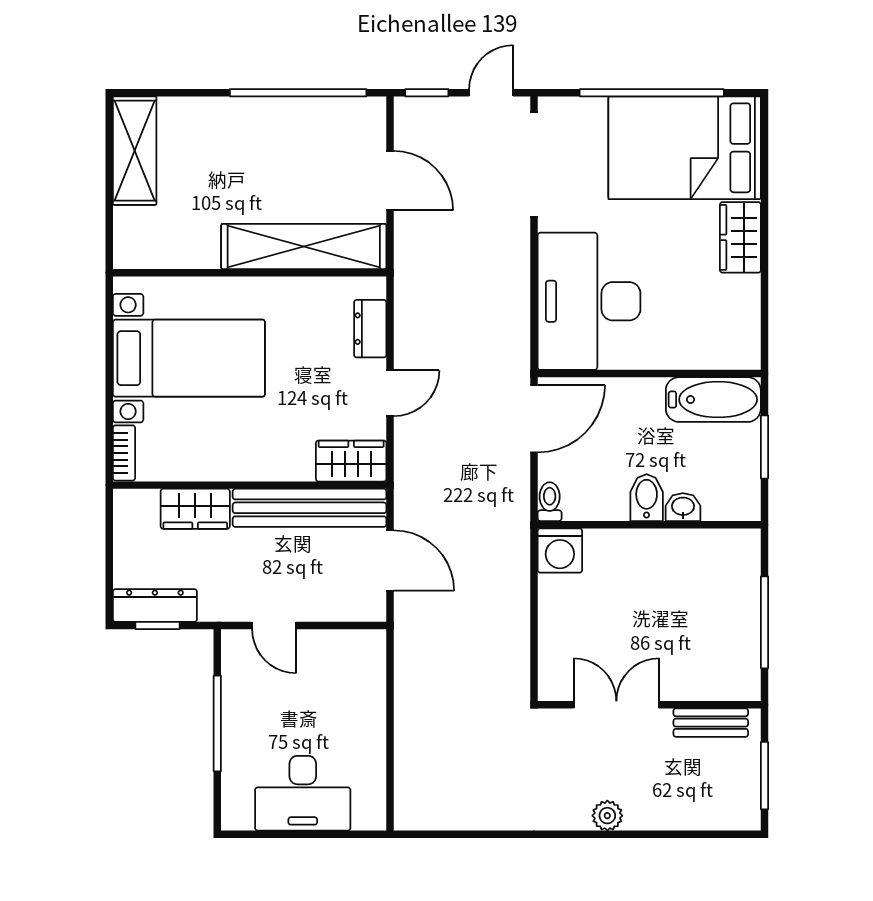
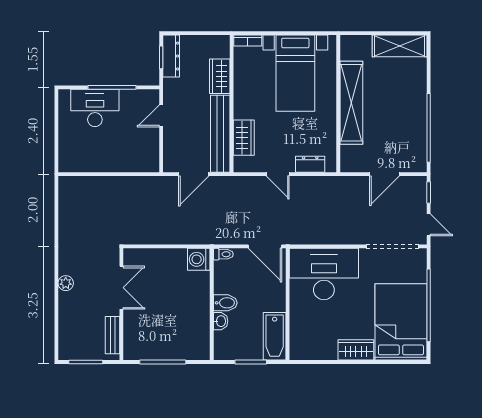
shelving: (304, 247) -> (351, 103), moved
wardrobe: (351, 461) -> (244, 138), moved
desk: (303, 793) -> (95, 108), moved, turned 90

